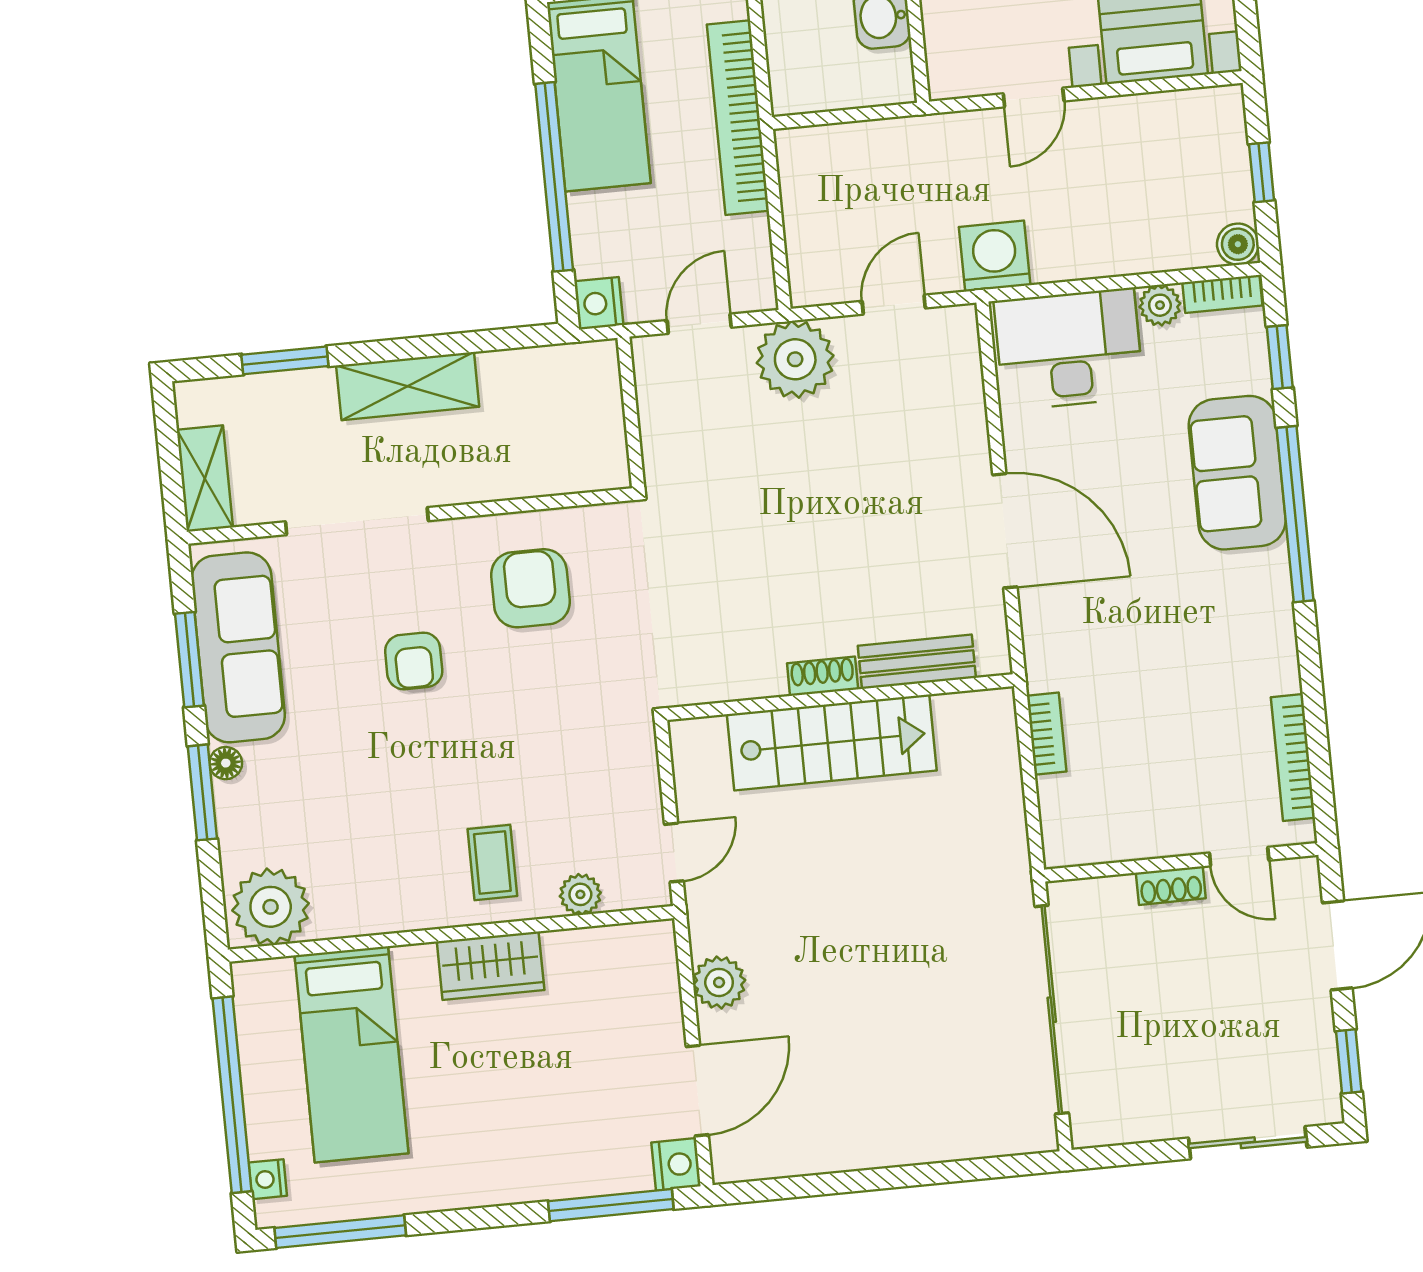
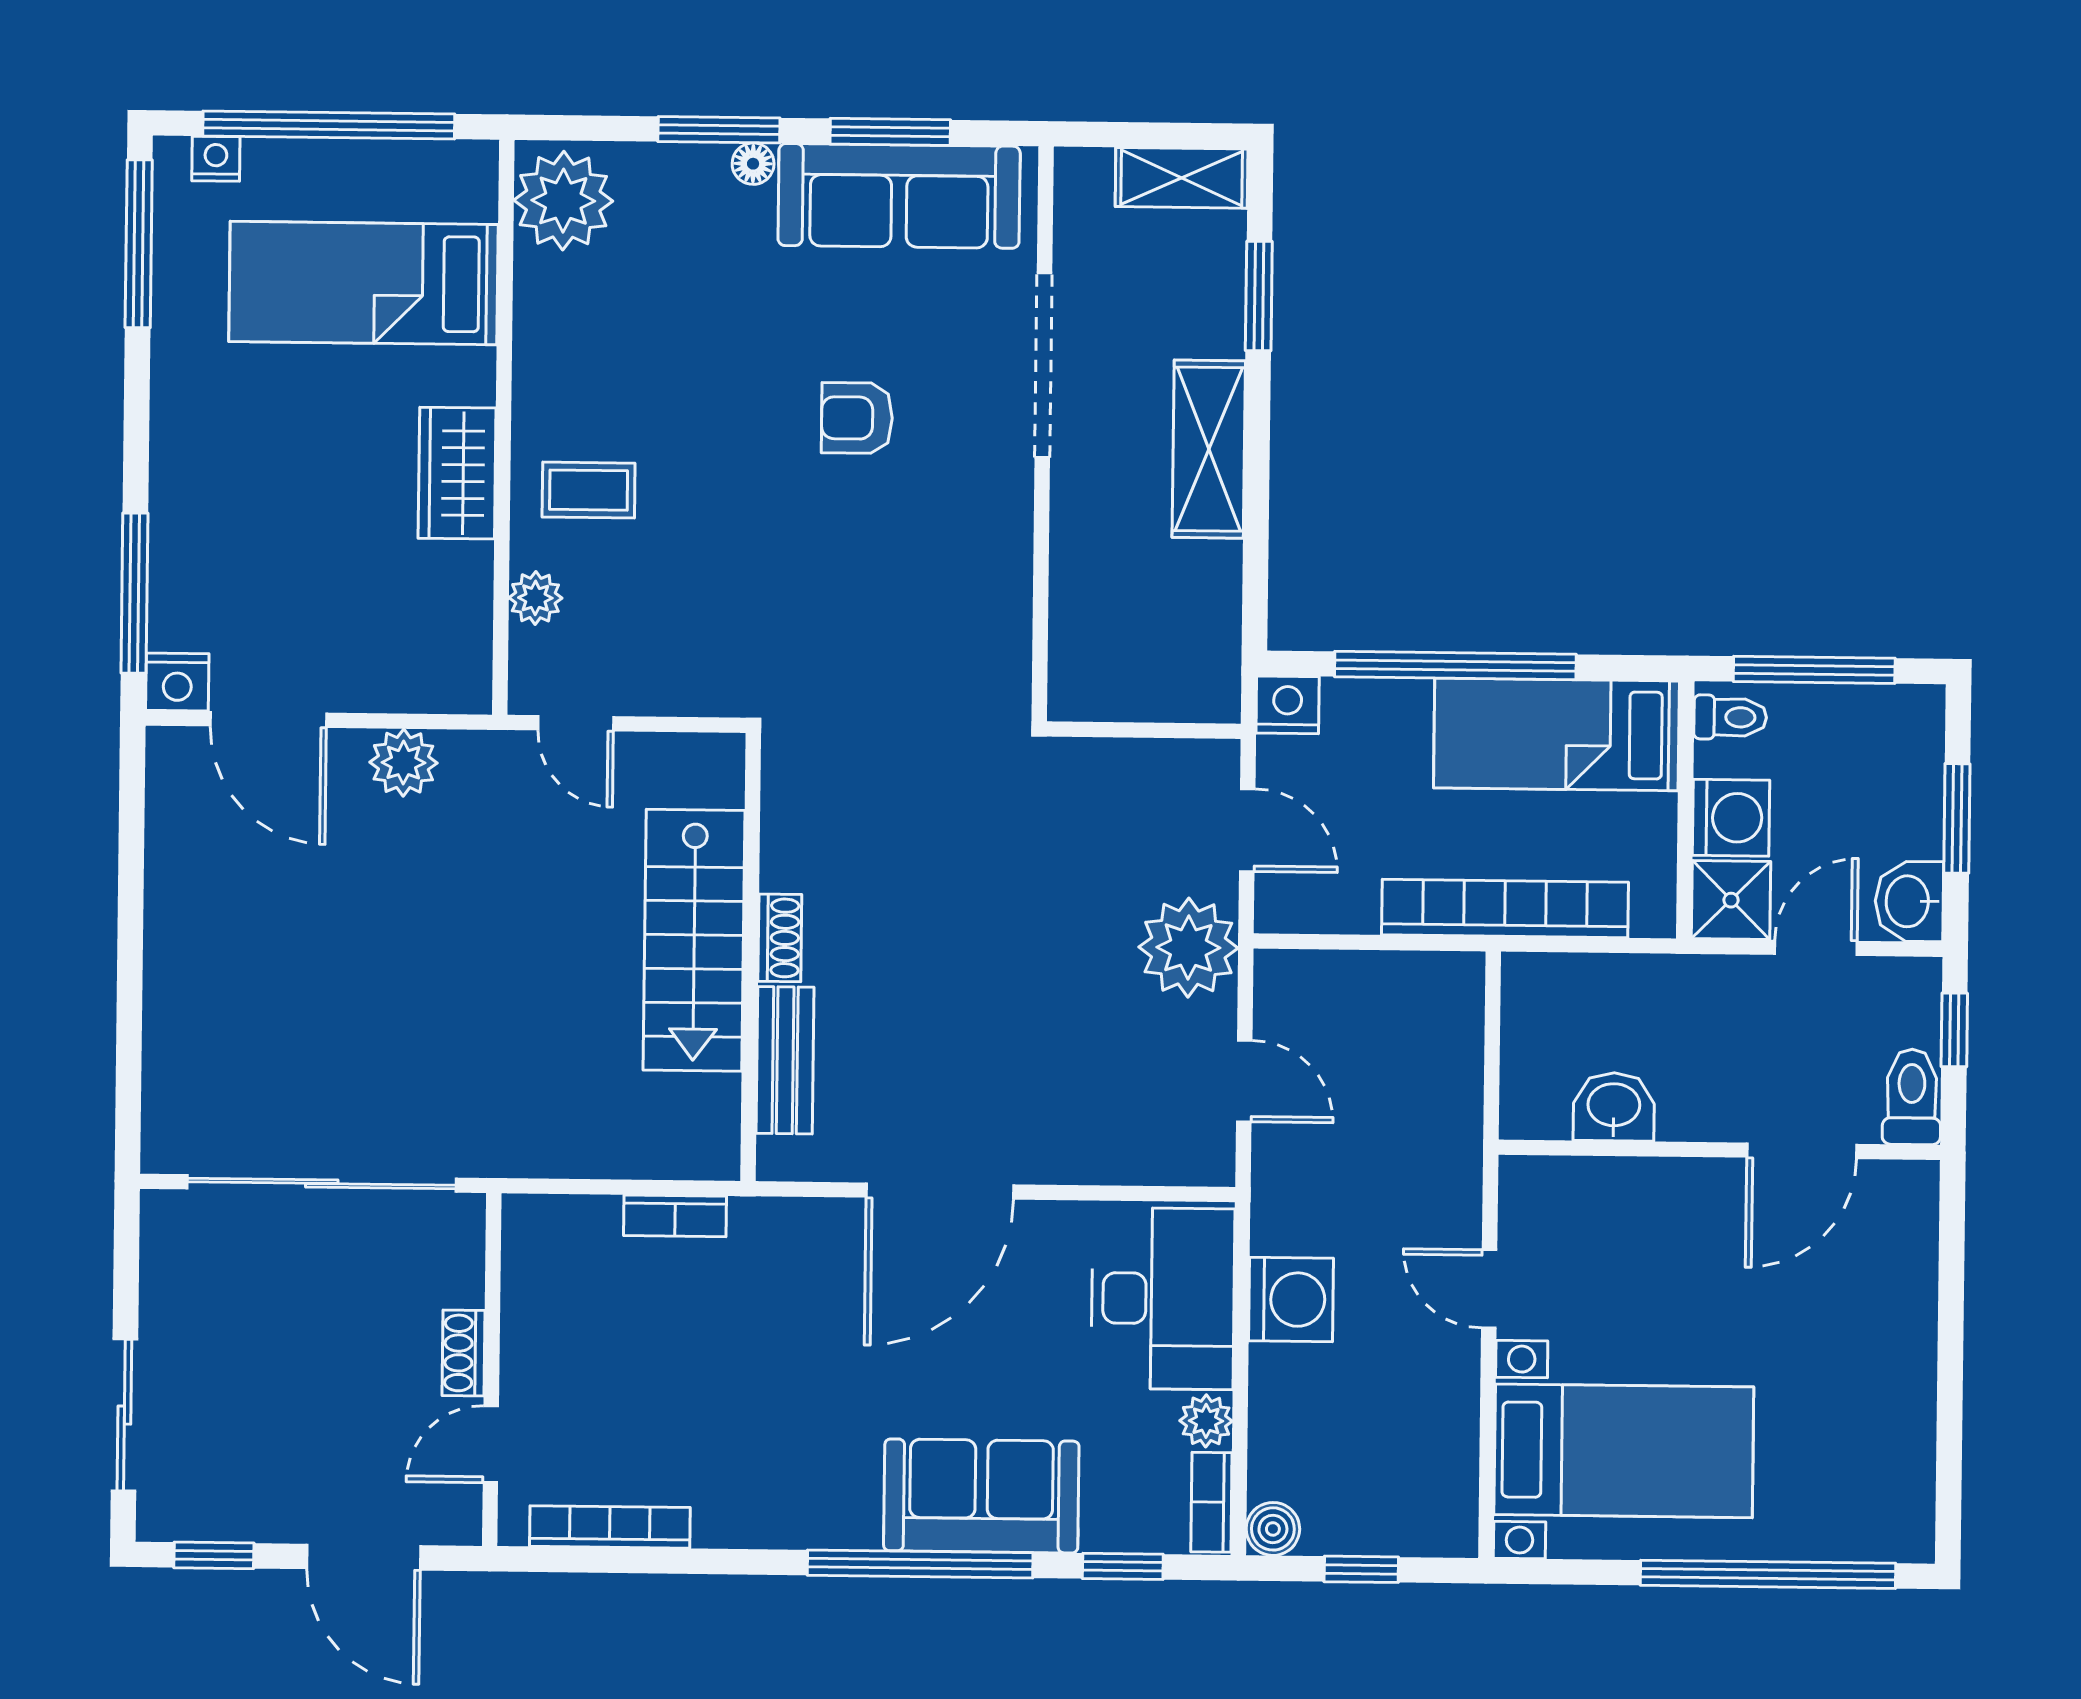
washing machine: (995, 256) -> (1291, 1299), moved
shelving: (205, 478) -> (1182, 178), moved
armchair: (530, 588) -> (933, 577), removed

